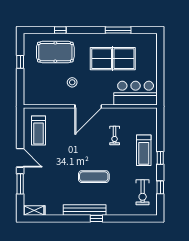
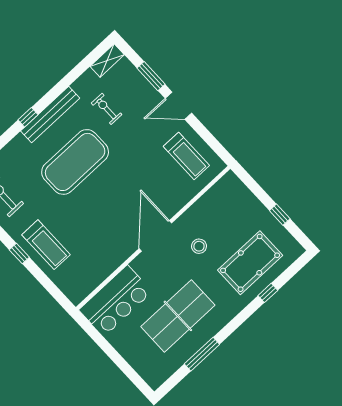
treadmill: (38, 131) -> (186, 156), turned 180
exercise bike: (115, 136) -> (107, 109), moved
treadmill: (144, 150) -> (46, 245), turned 180
exercise mat: (94, 177) -> (75, 162), width x2.00, depth x1.45

